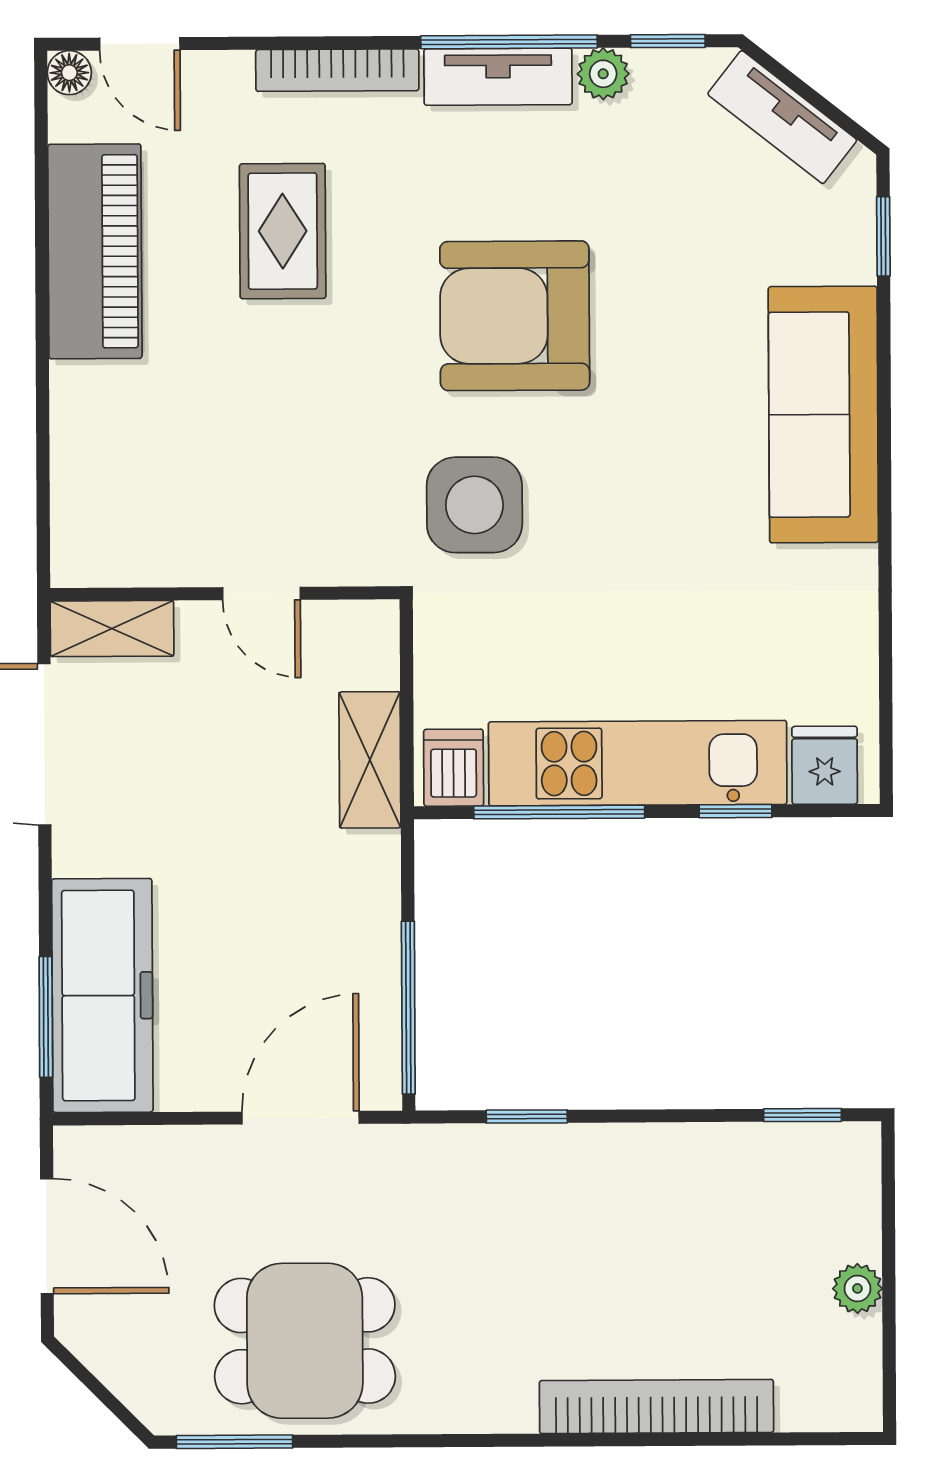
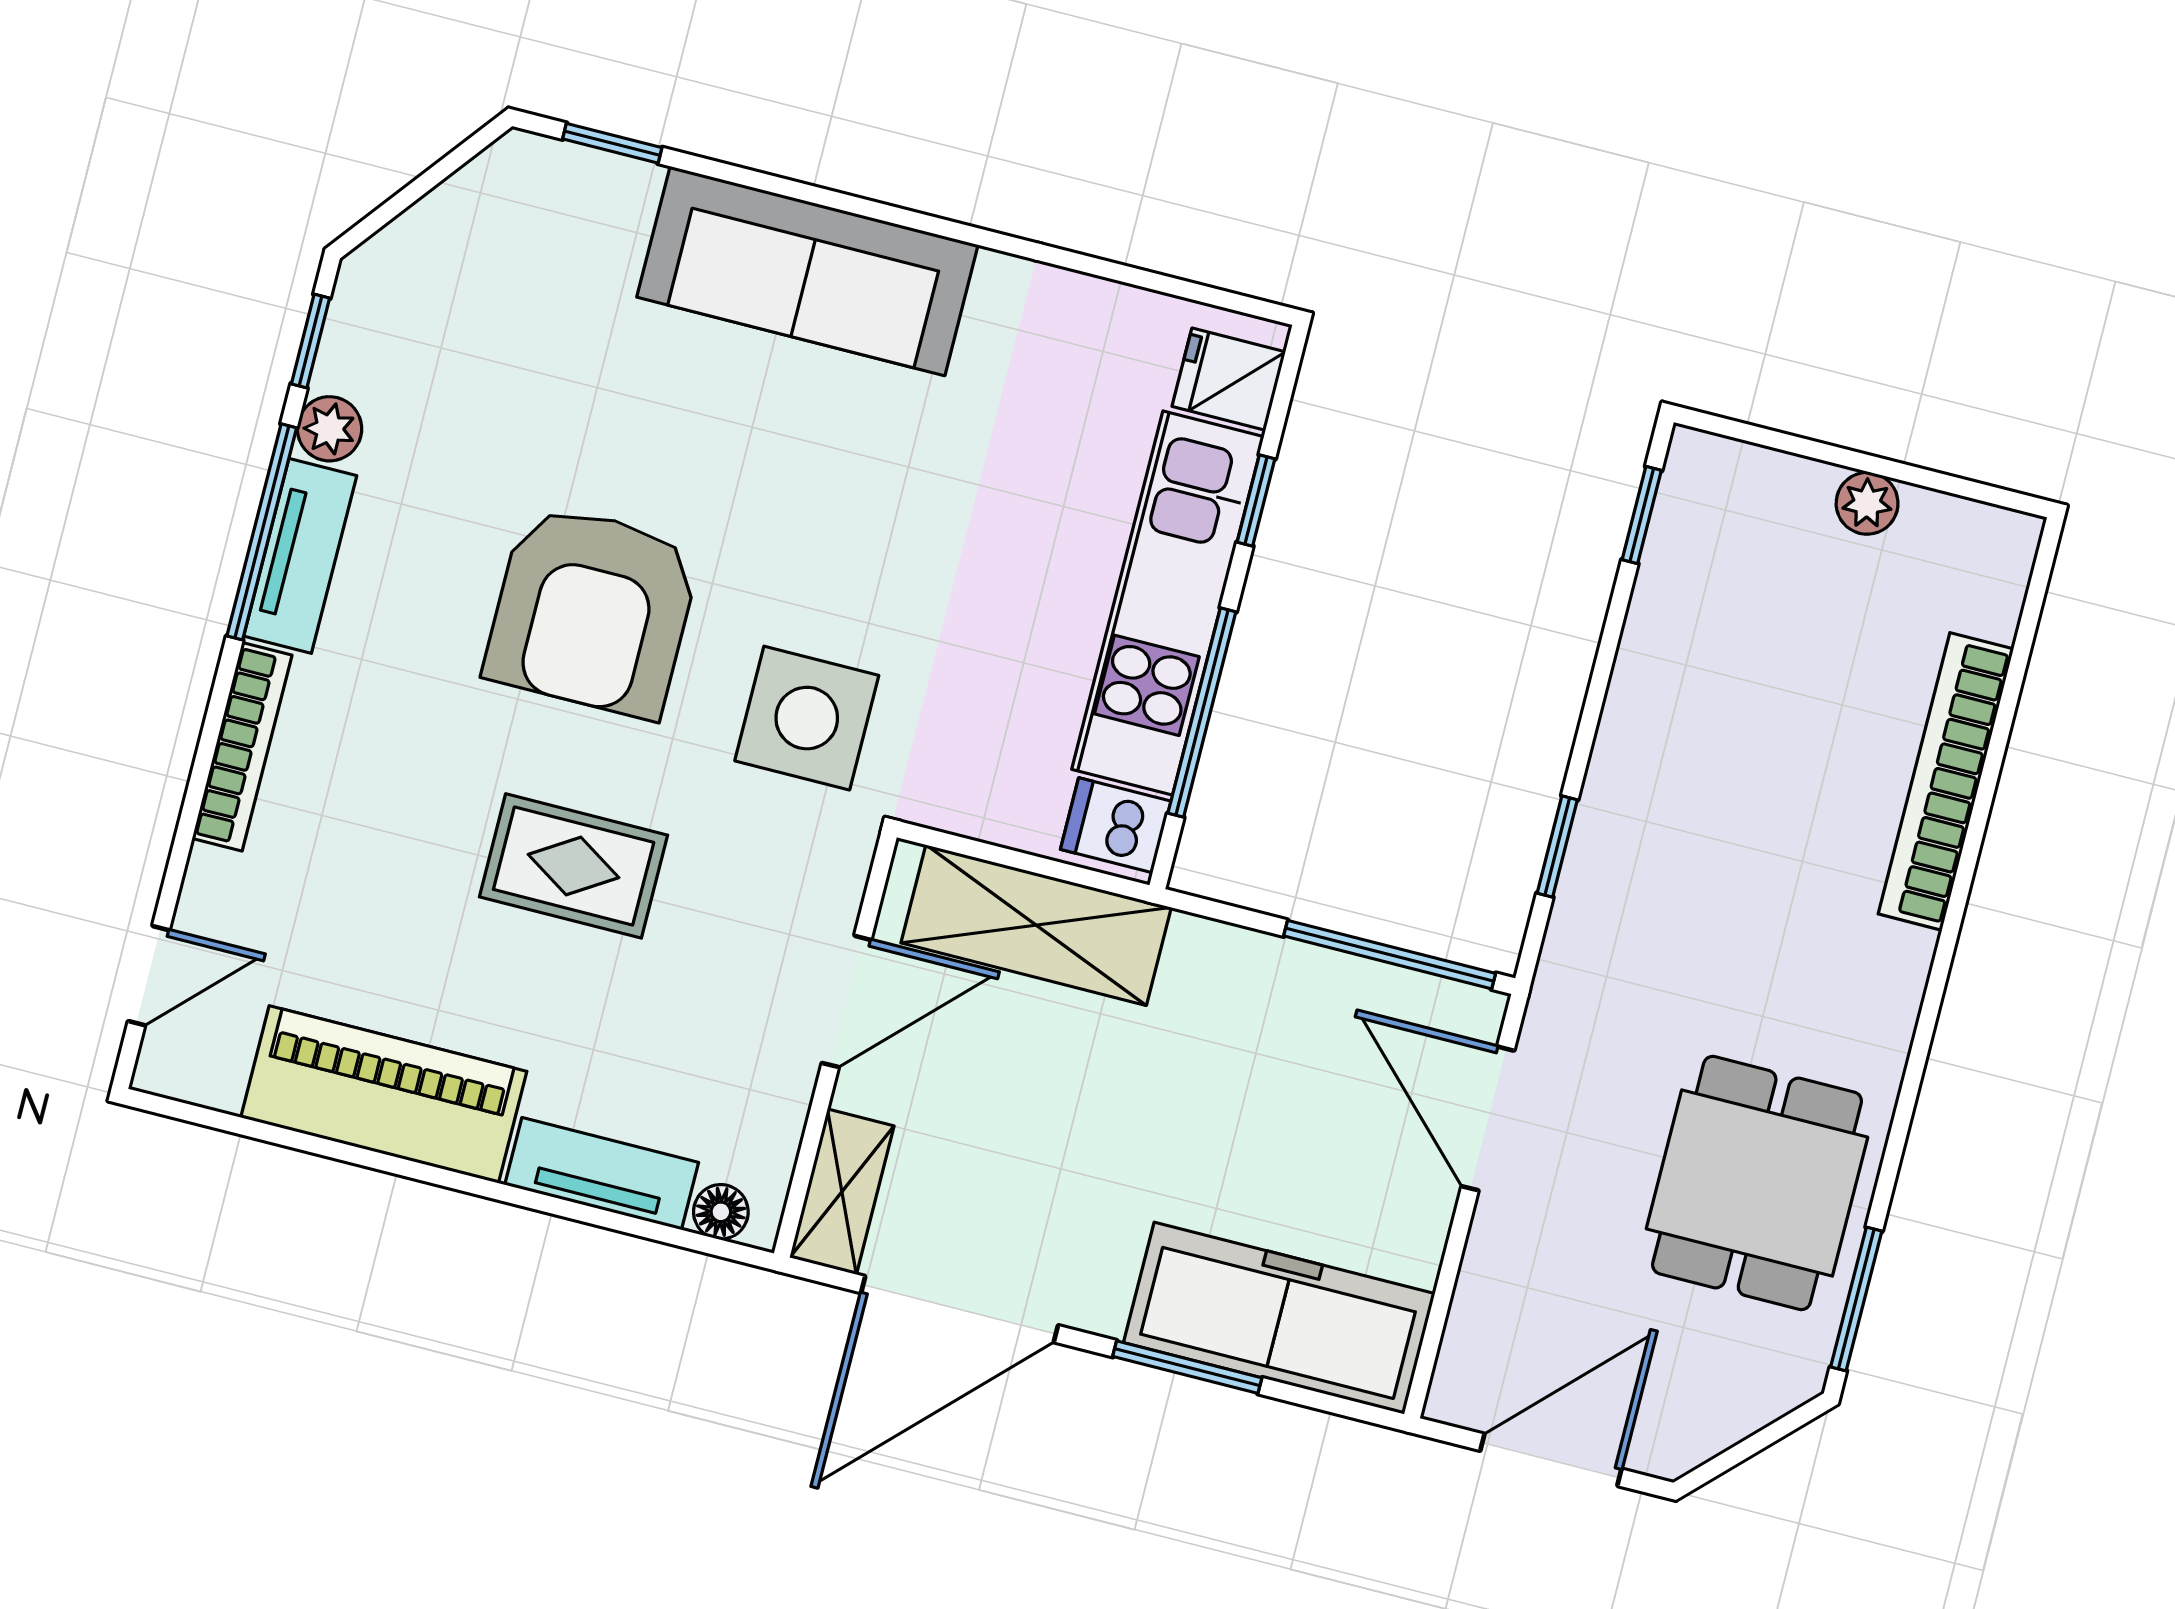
floor lamp: (69, 73) -> (721, 1212), moved
tv unit: (782, 117) -> (602, 1174), moved, turned -128
rug: (283, 231) -> (574, 866), moved
door: (261, 593) -> (847, 1001), width x1.38
shelving: (370, 760) -> (1036, 925), width x1.50, depth x1.33
window: (46, 1017) -> (1187, 1367), moved

